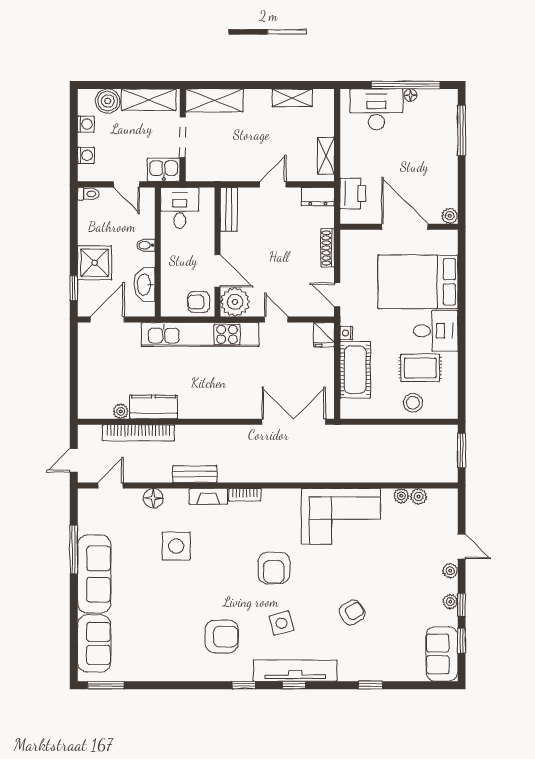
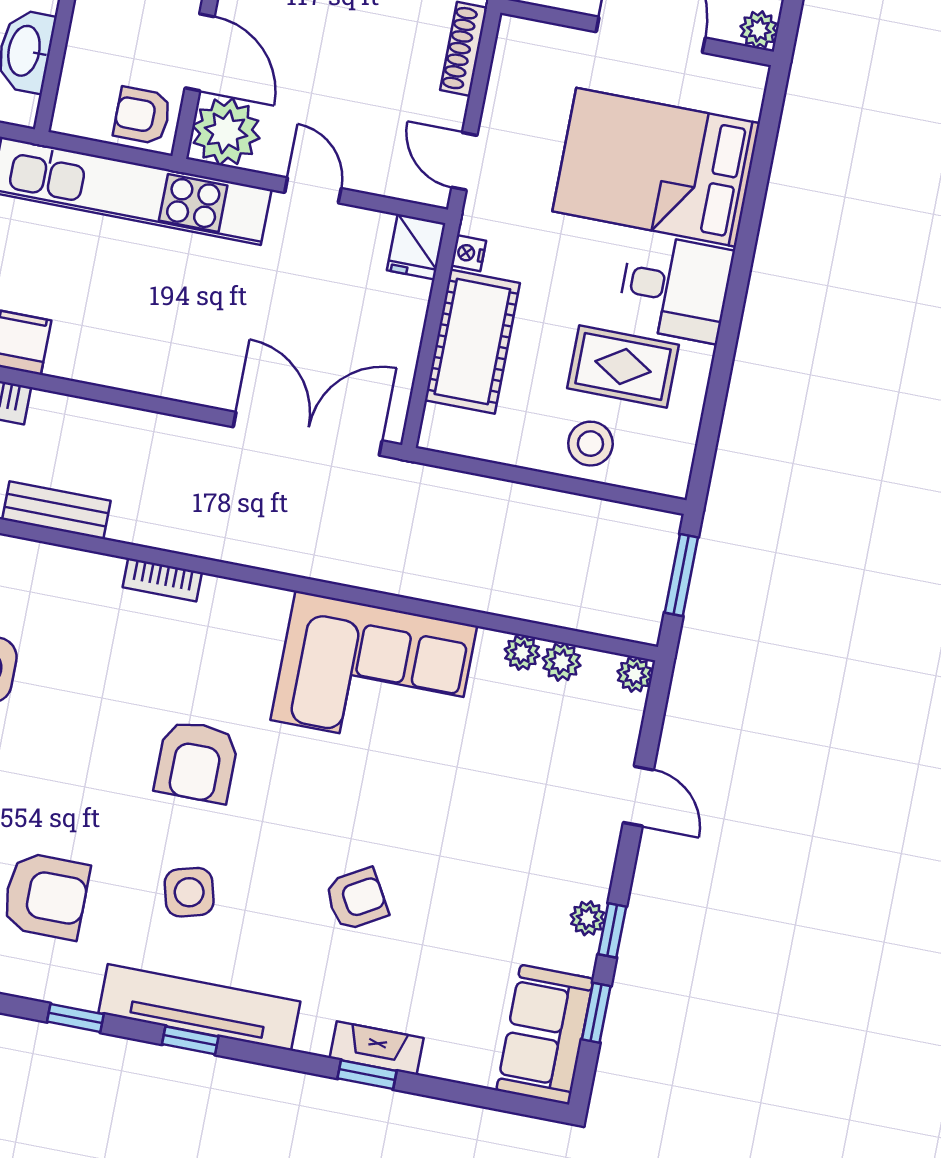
fireplace: (208, 496) -> (377, 1048), moved, turned 180
plant: (450, 571) -> (635, 674), moved

